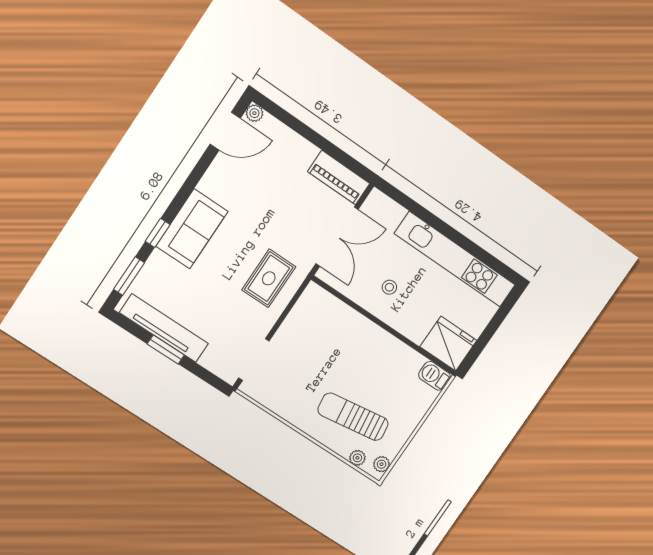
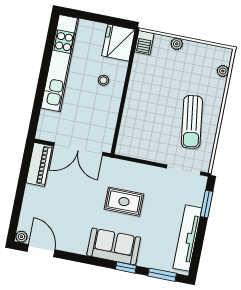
double door: (337, 237) -> (78, 149), swing flipped
rug: (269, 278) -> (124, 202), moved
stool: (389, 287) -> (103, 80), moved
window: (166, 350) -> (207, 204), moved
sun lounger: (353, 417) -> (192, 122), moved
plant: (381, 464) -> (177, 44), moved

